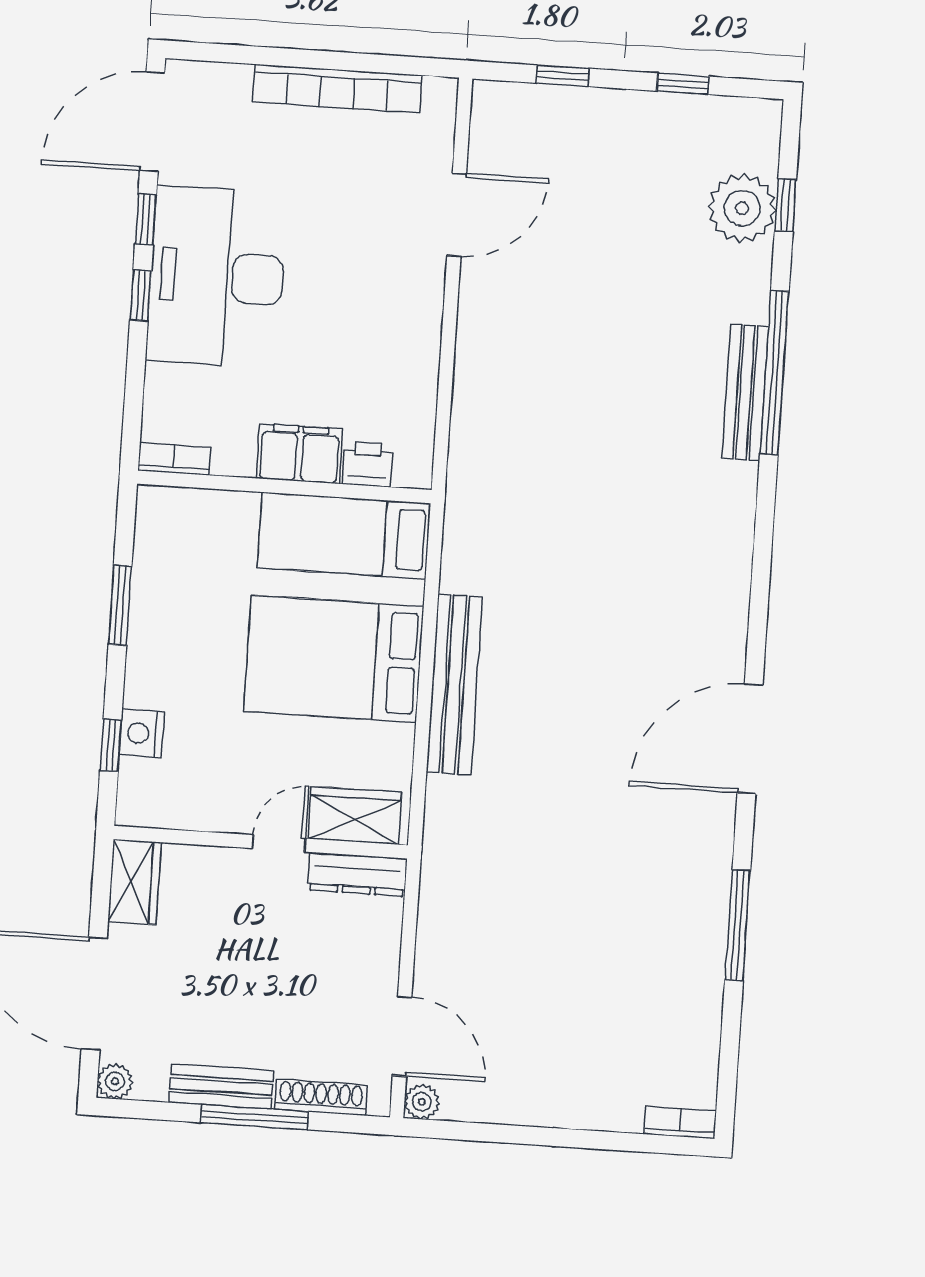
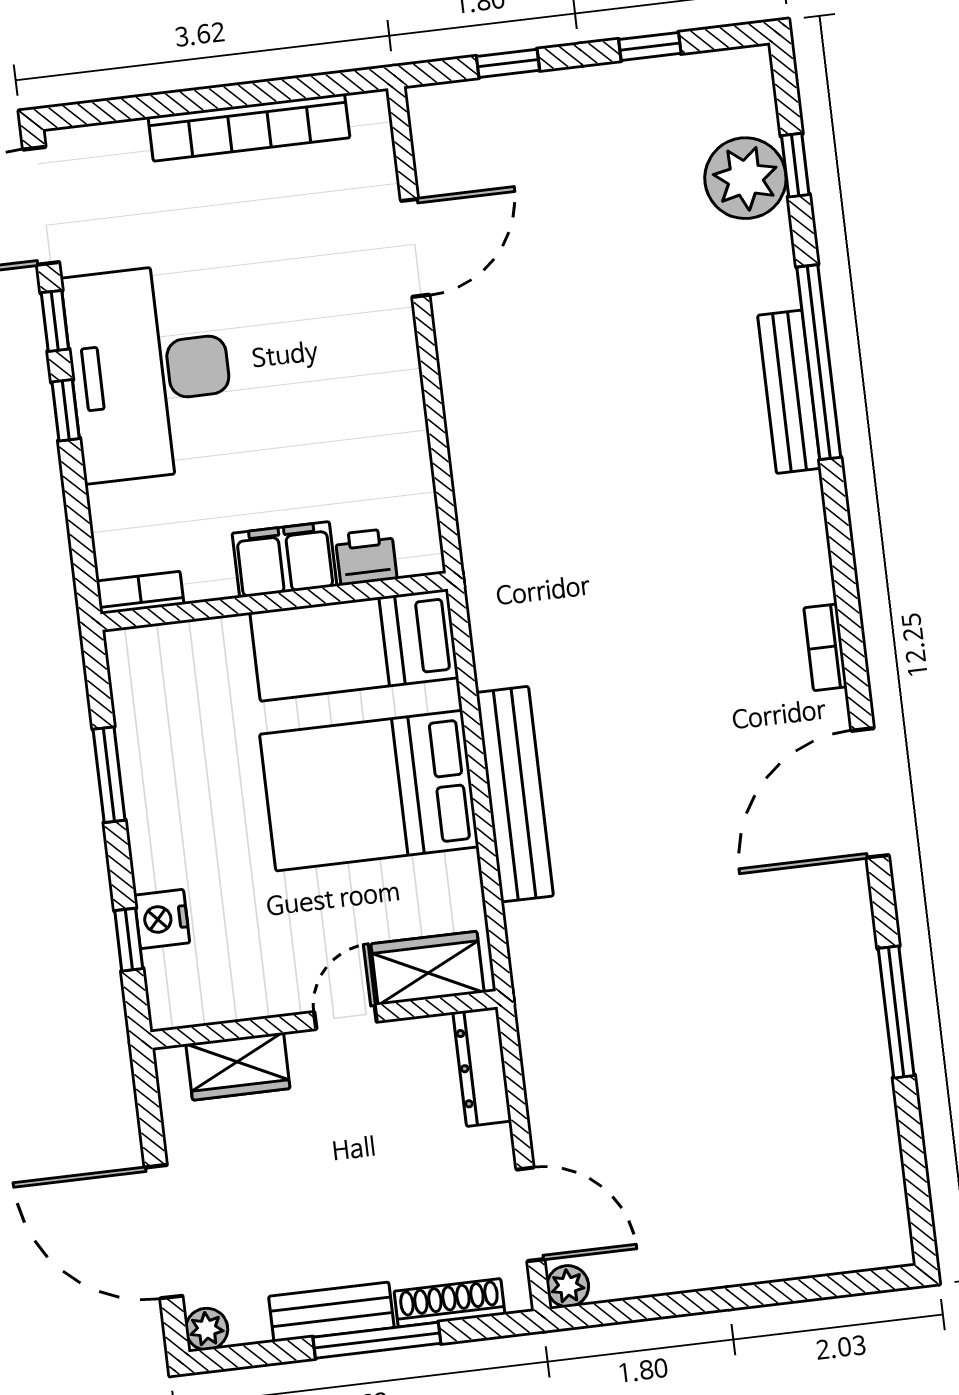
dresser: (357, 874) -> (482, 1067), moved, turned 90
wardrobe: (135, 882) -> (238, 1066), moved, turned 90
bookcase: (680, 1122) -> (825, 647), moved, turned -90

